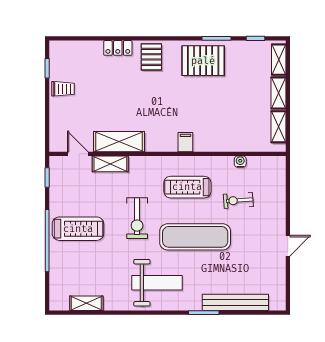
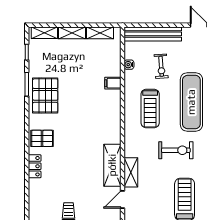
filing cabinet: (185, 142) -> (113, 83), moved
bench: (277, 190) -> (153, 34), added

